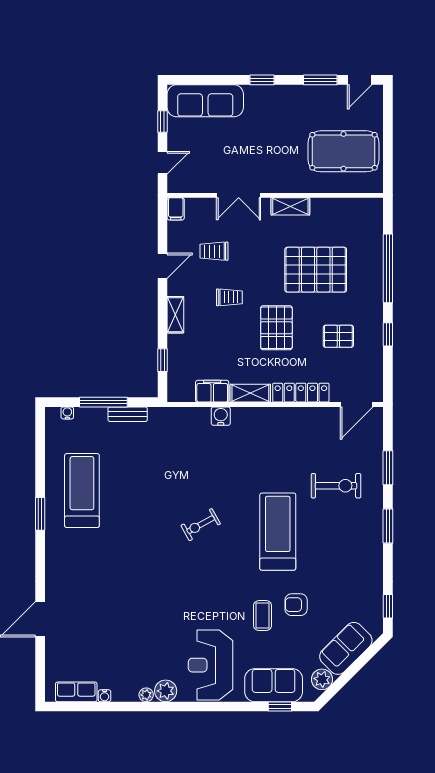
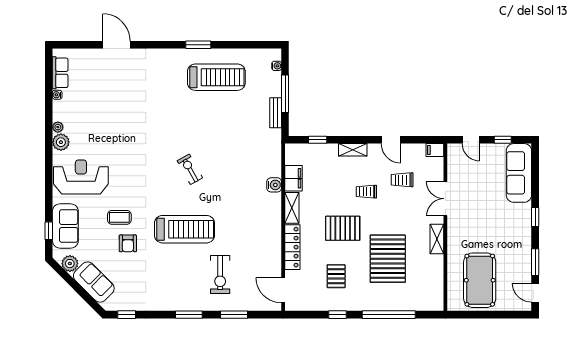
trolley: (214, 251) -> (402, 180), turned -90
trolley: (229, 297) -> (366, 192), turned 90
armchair: (296, 605) -> (128, 243), turned 180

